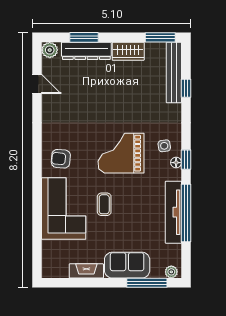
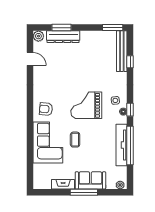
wardrobe: (128, 51) -> (91, 37), removed
window: (147, 283) -> (84, 192), moved

